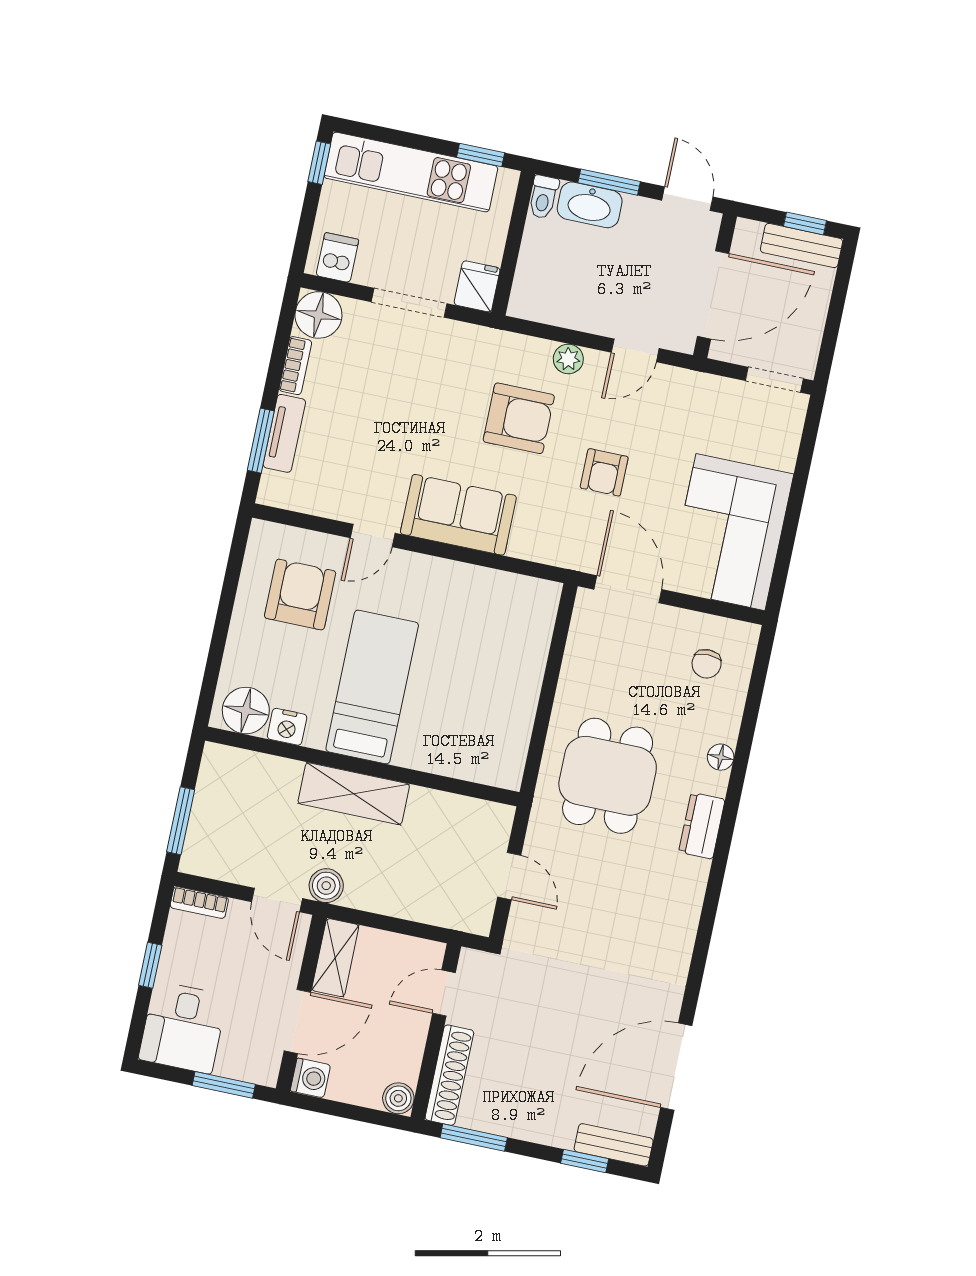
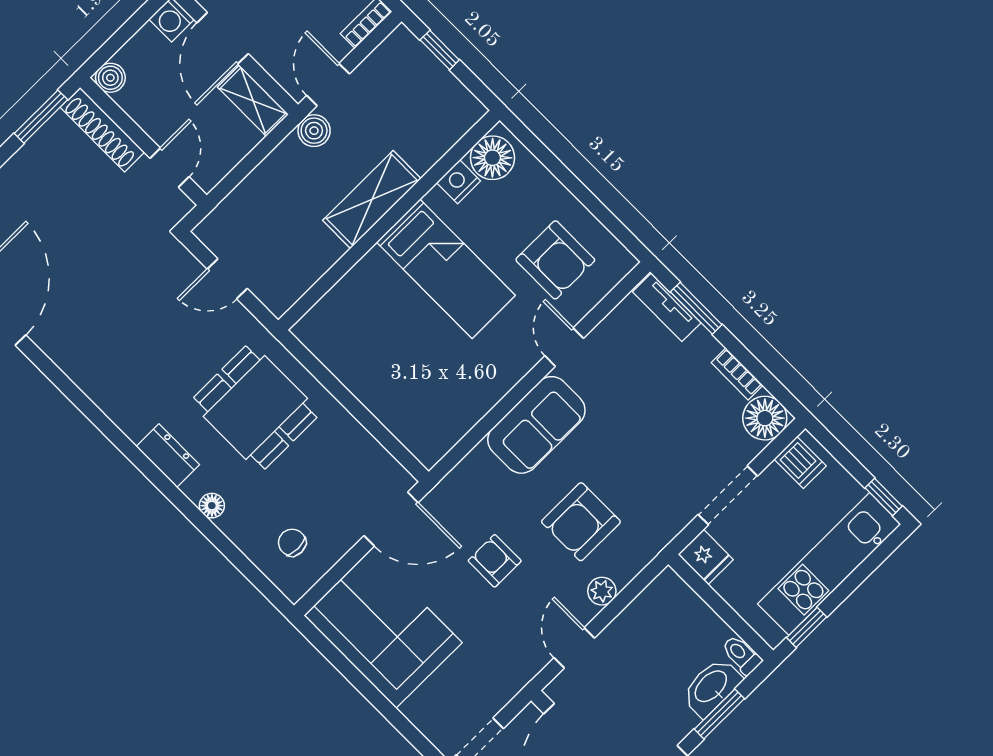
tv unit: (284, 433) -> (667, 307), moved
window: (181, 821) -> (440, 50), width x0.67
door: (277, 900) -> (328, 85), hinge flipped

